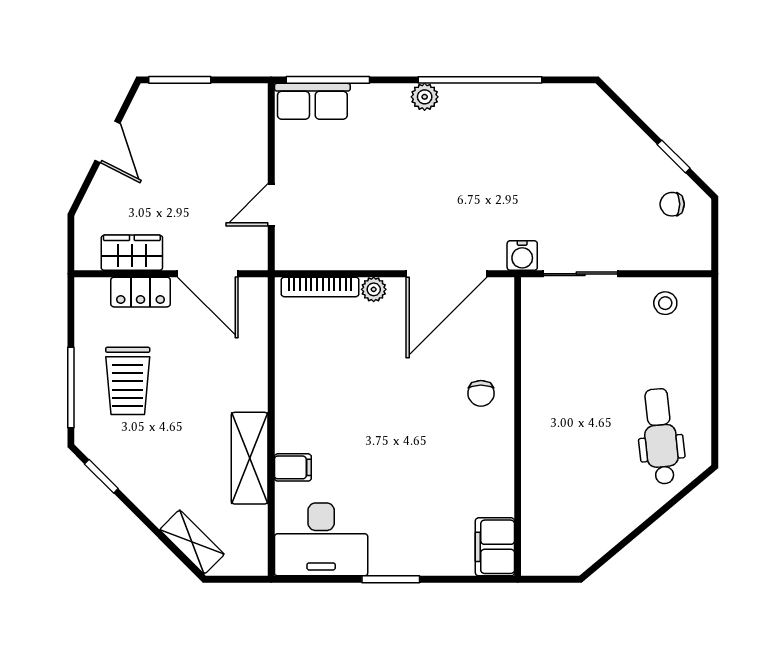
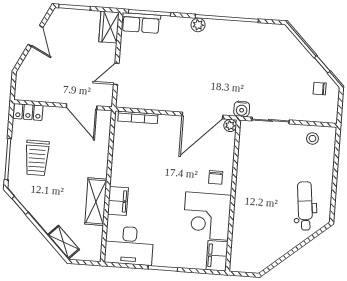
wardrobe: (132, 253) -> (109, 27), moved, turned -90
plant: (374, 289) -> (230, 125), moved
locker: (141, 292) -> (28, 112), moved
filing cabinet: (293, 467) -> (118, 201), width x2.00
corner desk: (470, 470) -> (207, 216), added

